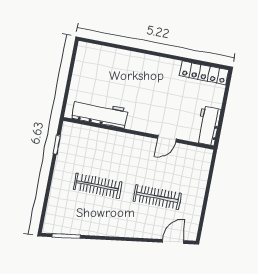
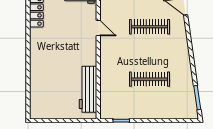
clothes rail: (98, 186) -> (149, 79), turned 90
clothes rail: (157, 197) -> (149, 27), turned 90

